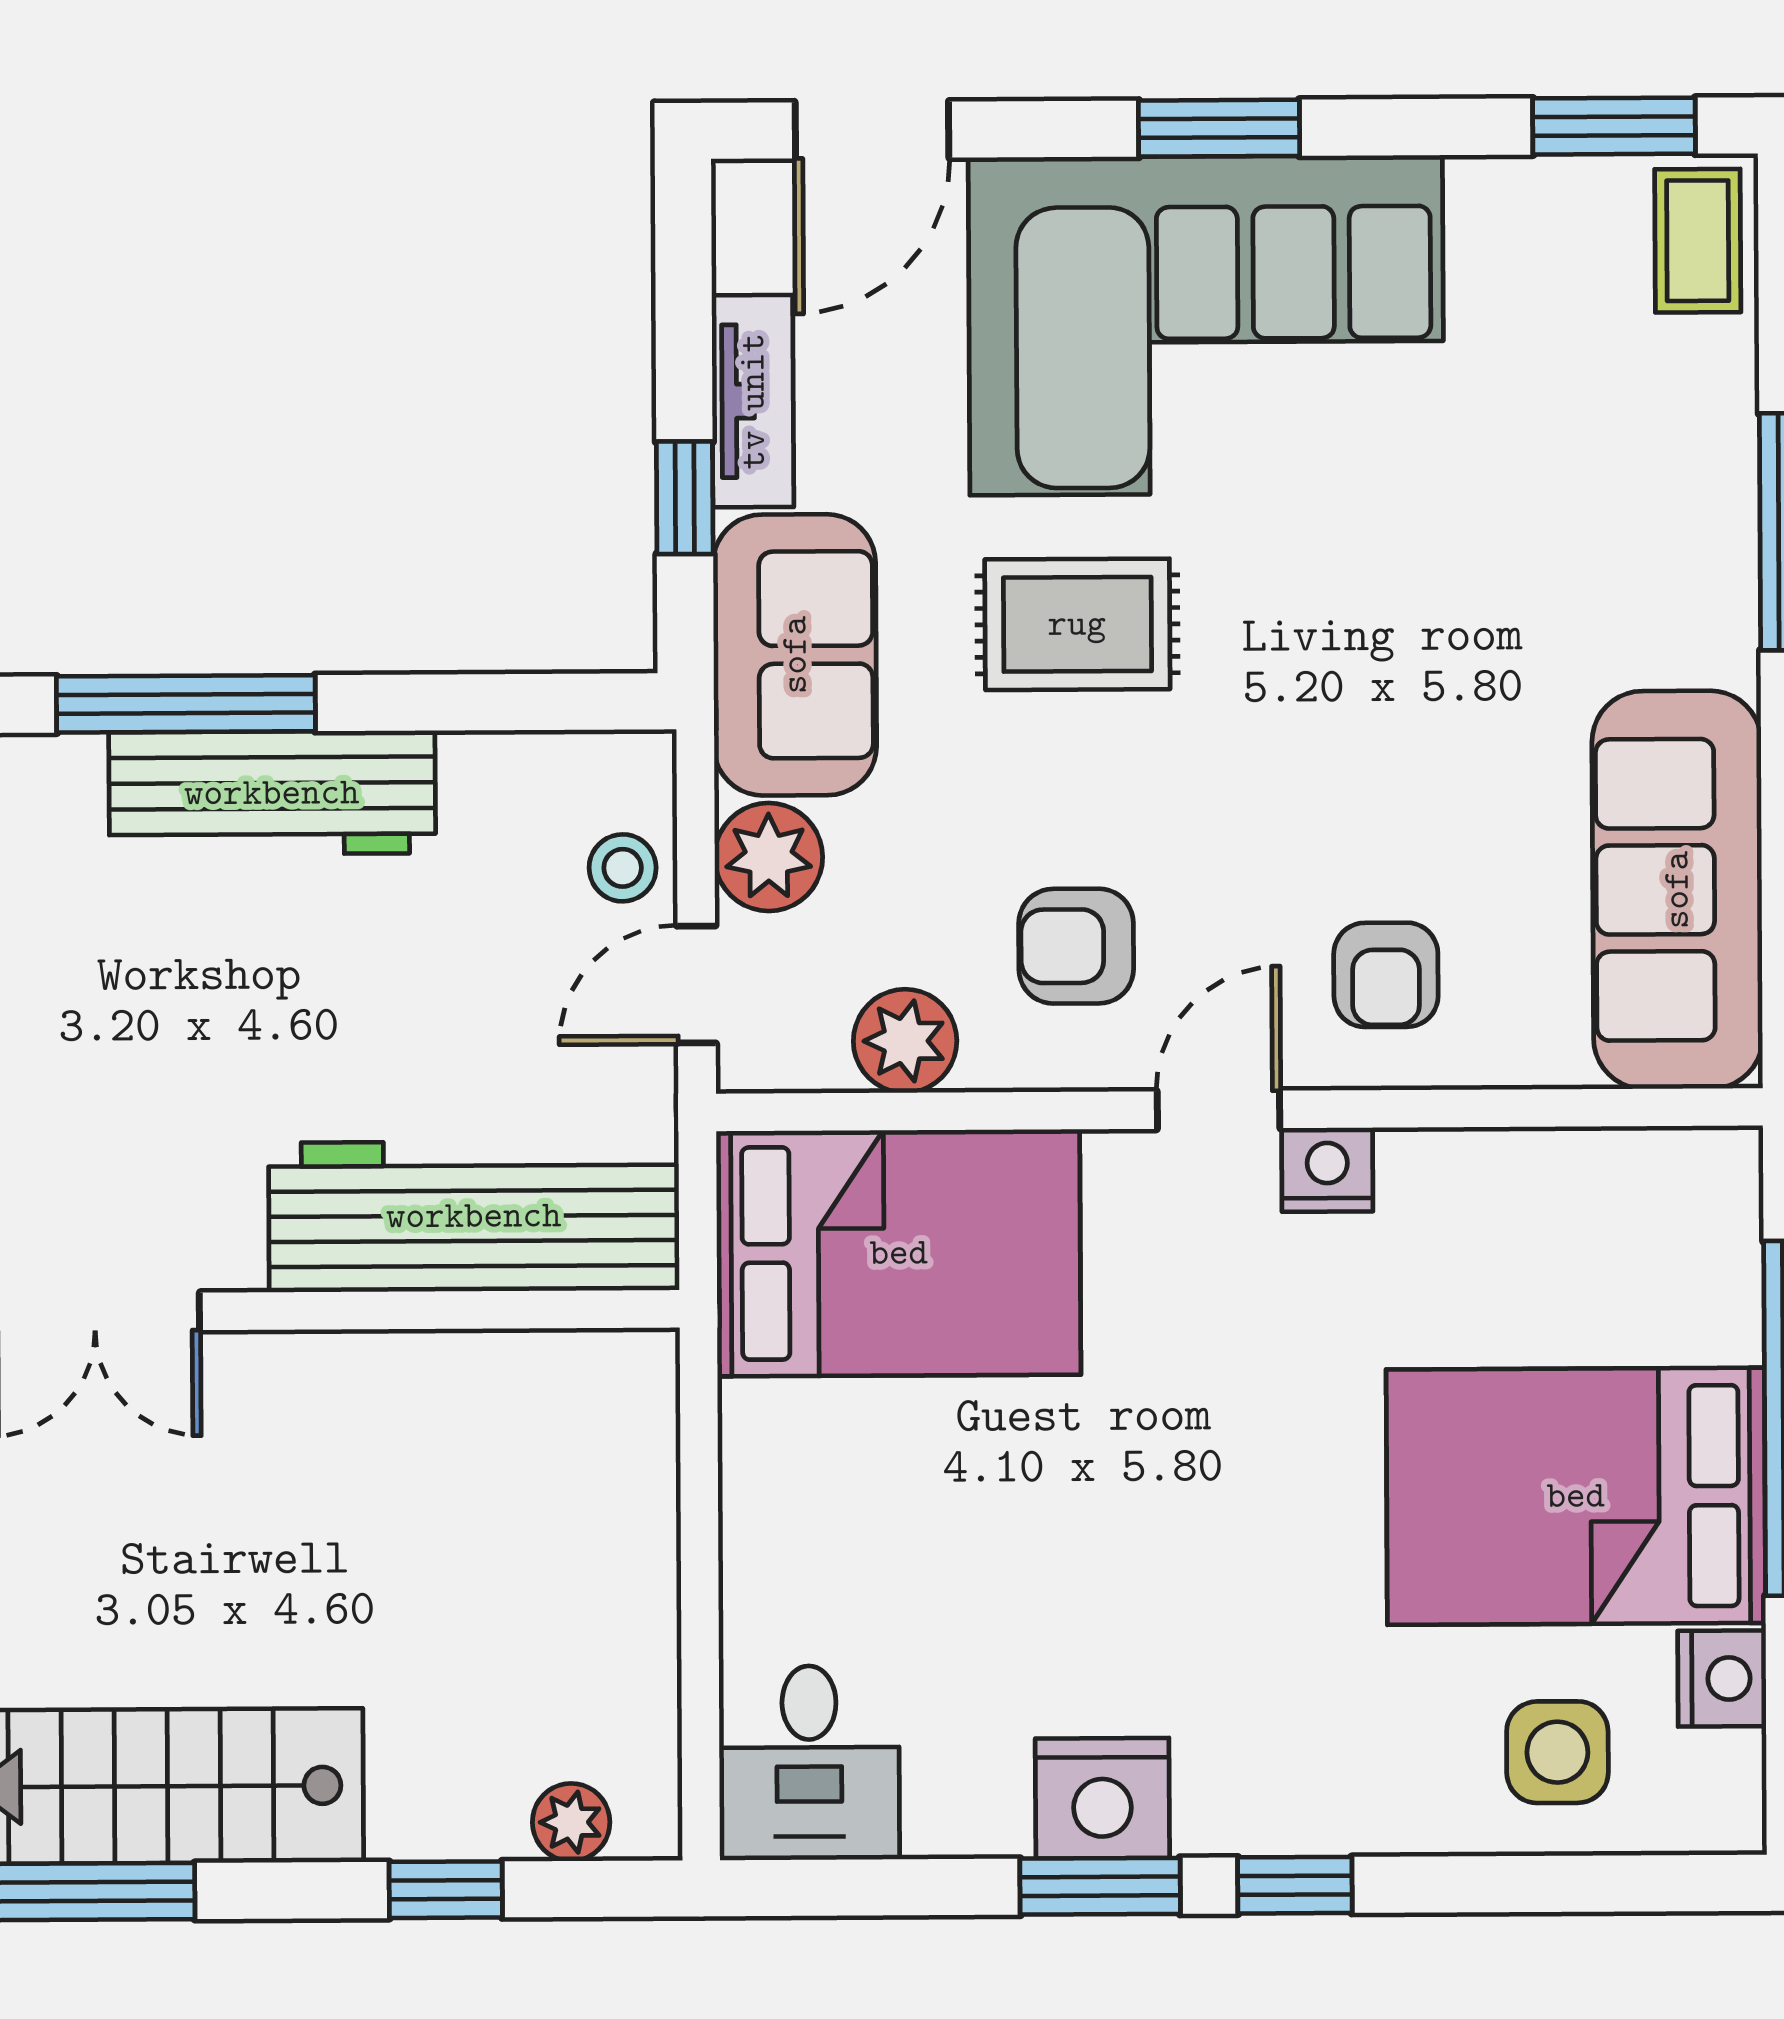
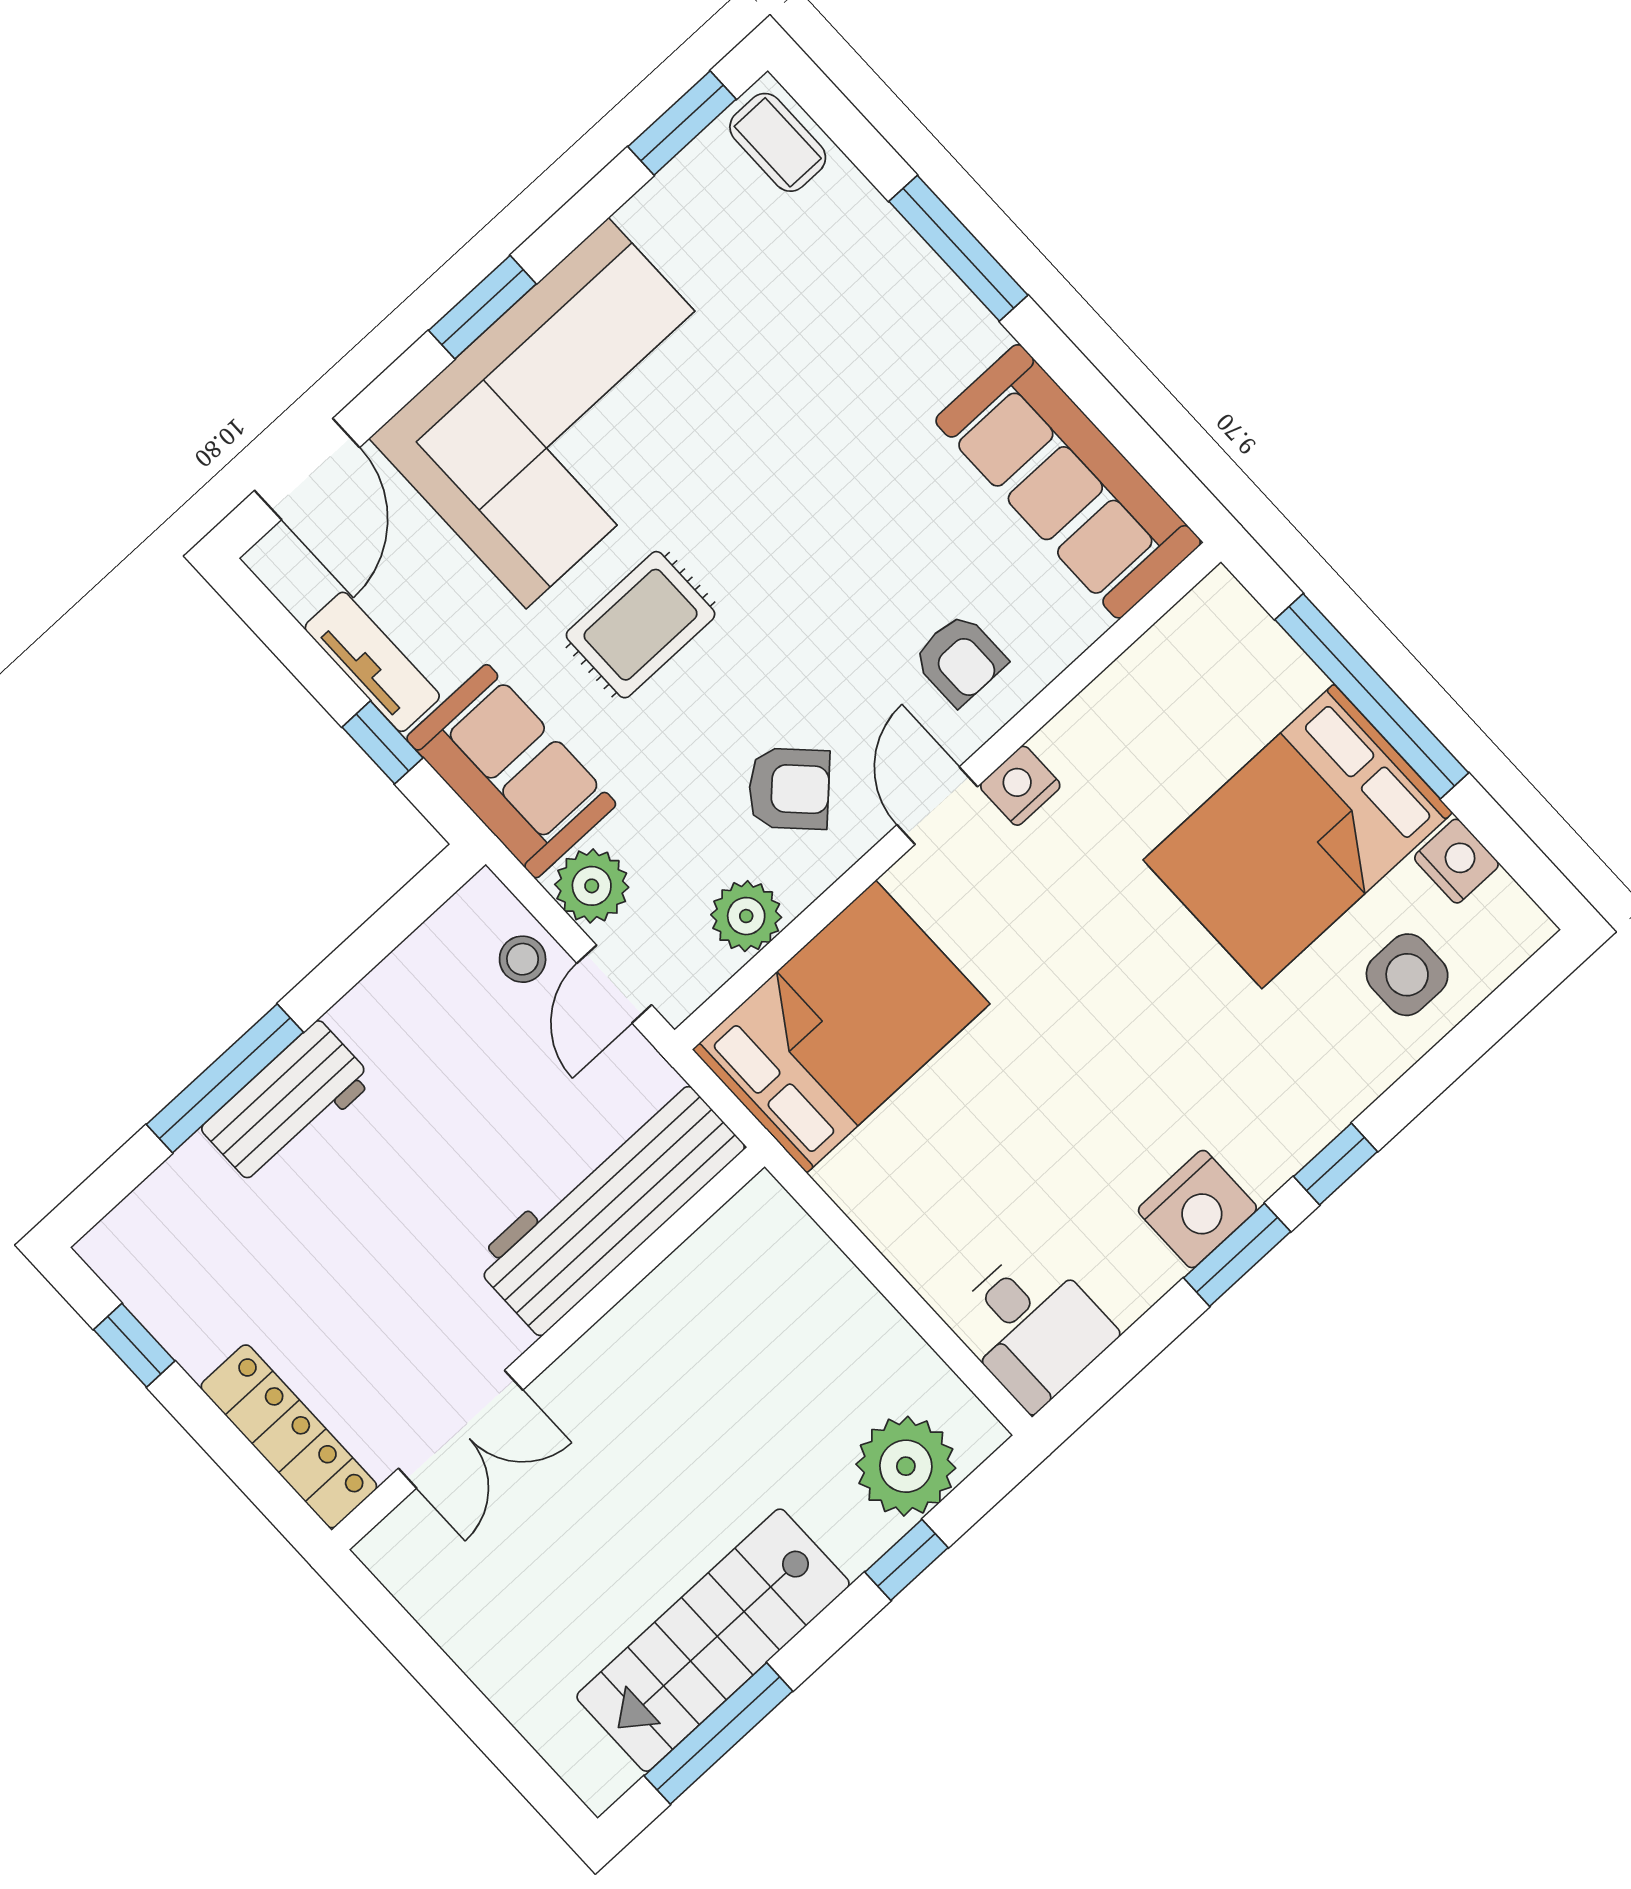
workbench: (272, 793) -> (287, 1104), width x0.73
armchair: (1076, 946) -> (789, 789), turned -135
plant: (571, 1822) -> (906, 1466), width x1.88, depth x1.88

